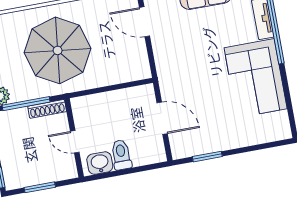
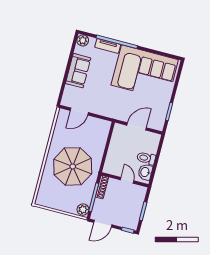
corner sofa: (256, 78) -> (145, 72), width x1.36, depth x1.36
door: (75, 142) -> (127, 180), swing flipped

